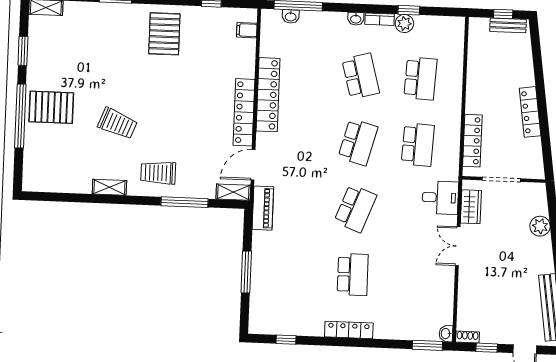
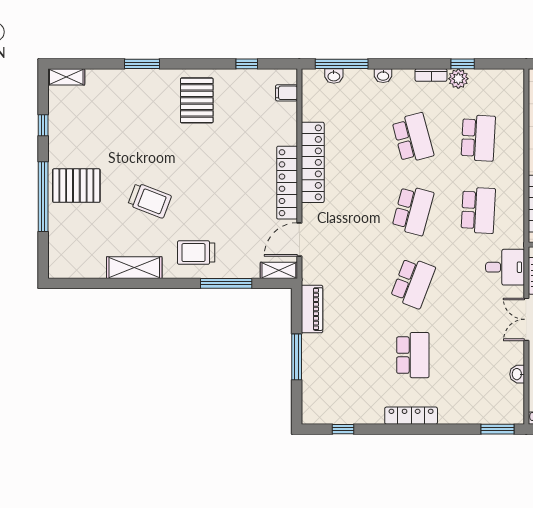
washbasin: (356, 19) -> (383, 76), moved
window: (23, 51) -> (43, 125), width x0.67
shelving: (109, 187) -> (134, 268), width x1.50, depth x1.33
piano: (263, 208) -> (312, 309), moved
washbasin: (446, 334) -> (517, 374), moved

